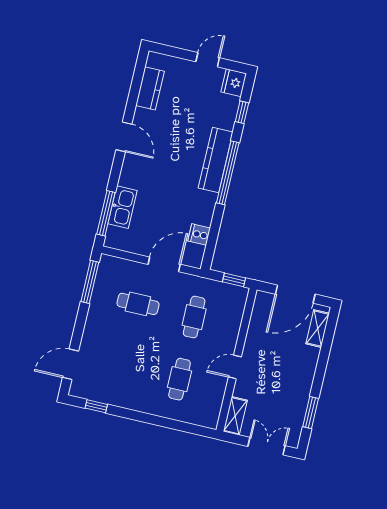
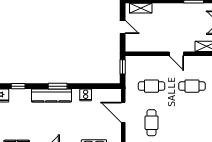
window: (228, 173) -> (58, 86), width x0.47
cooker: (199, 234) -> (86, 95), moved
door: (295, 294) -> (123, 27), width x0.53

